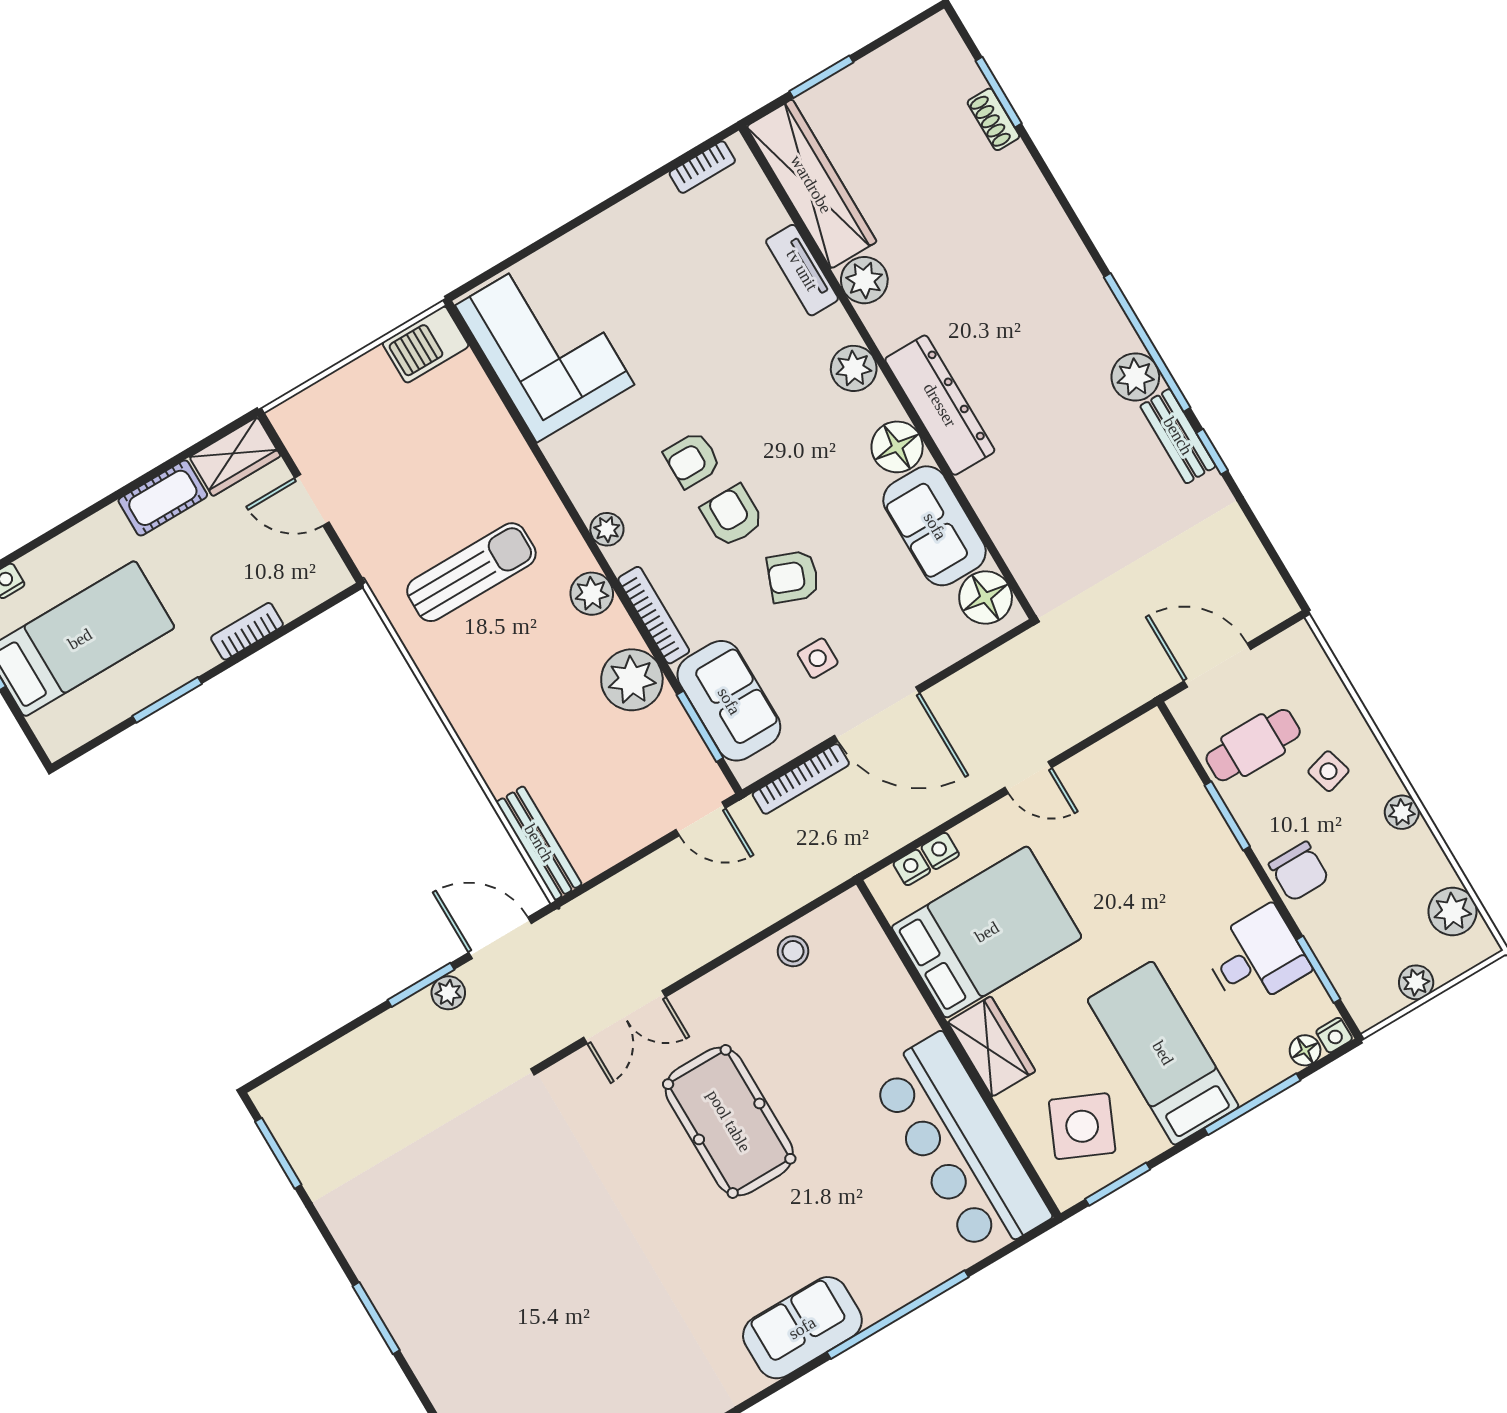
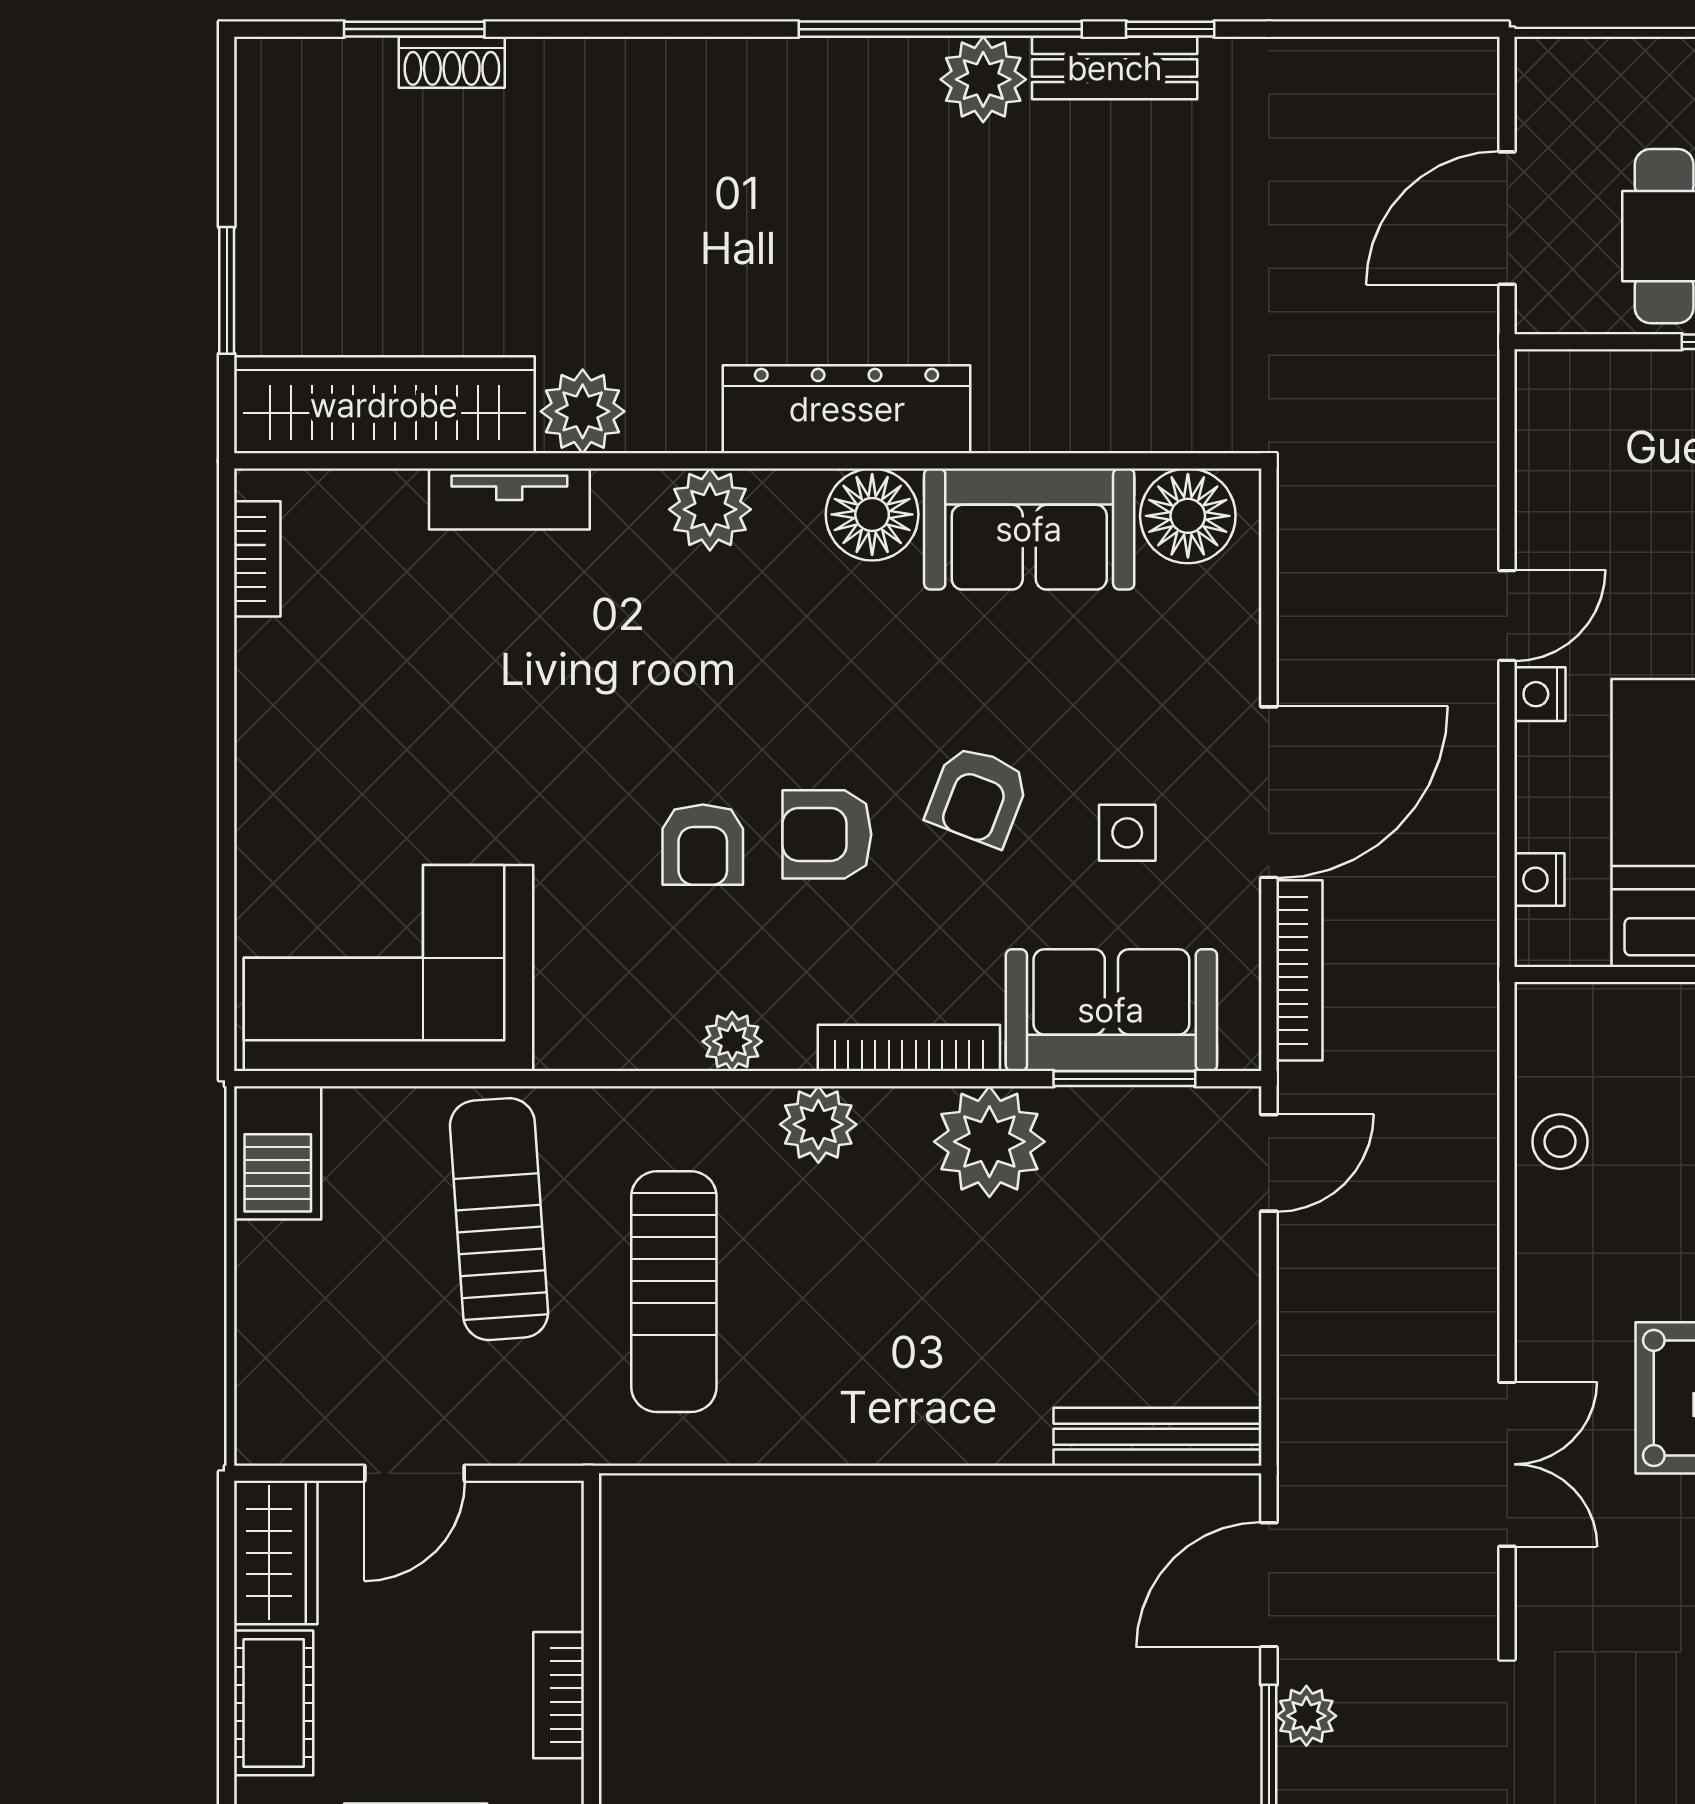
sun lounger: (457, 469) -> (499, 1219), added
sun lounger: (471, 572) -> (674, 1292), turned 180
nightstand: (940, 851) -> (1540, 694), moved

